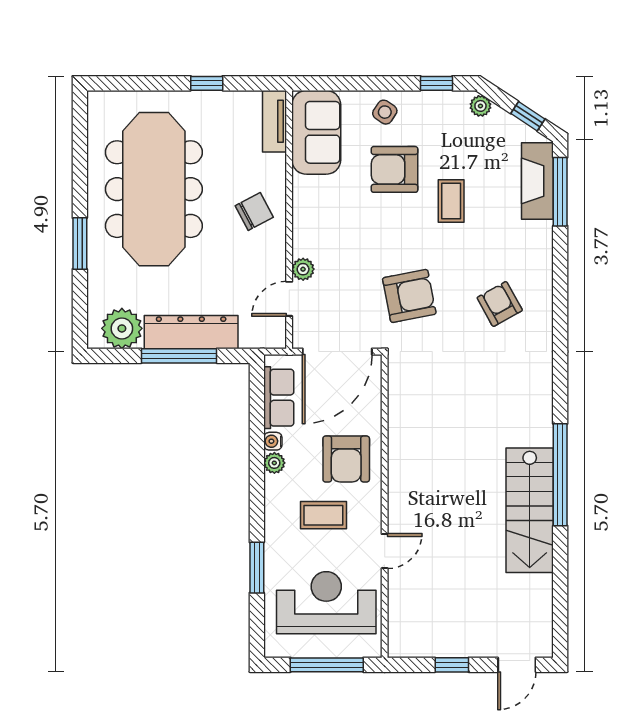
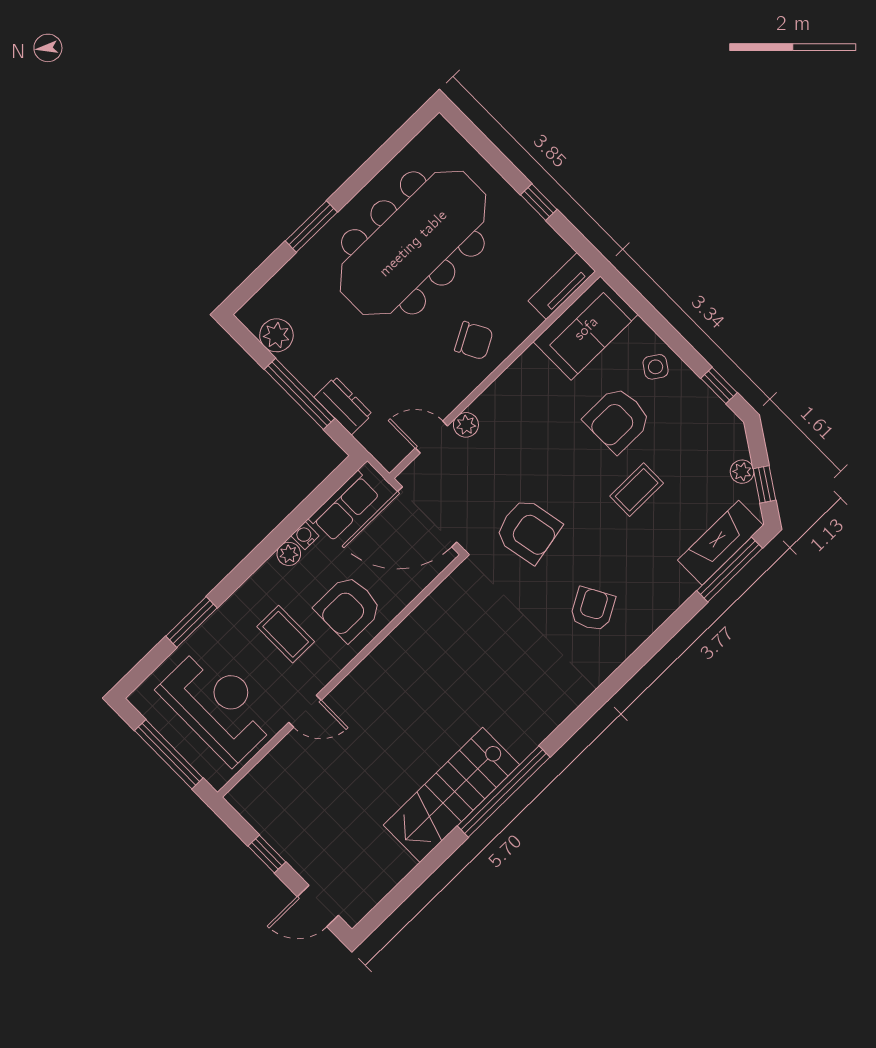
plant: (480, 106) -> (742, 472), moved
armchair: (394, 169) -> (617, 420), turned -90
plant: (122, 328) -> (276, 335), width x0.73, depth x0.73
dresser: (191, 332) -> (343, 406), width x0.51, depth x0.80

